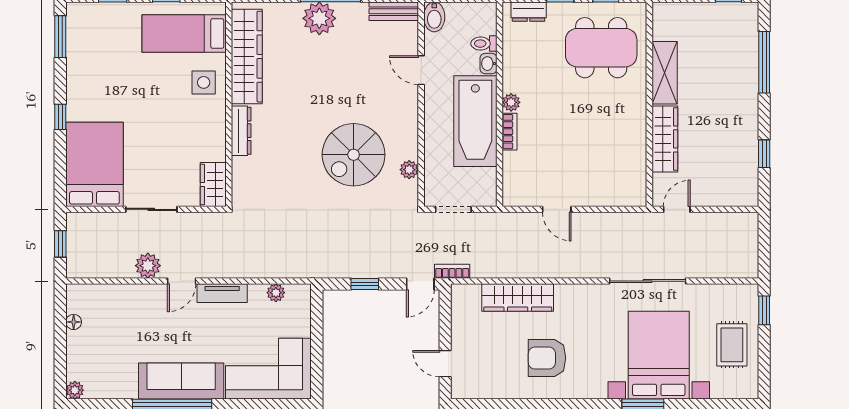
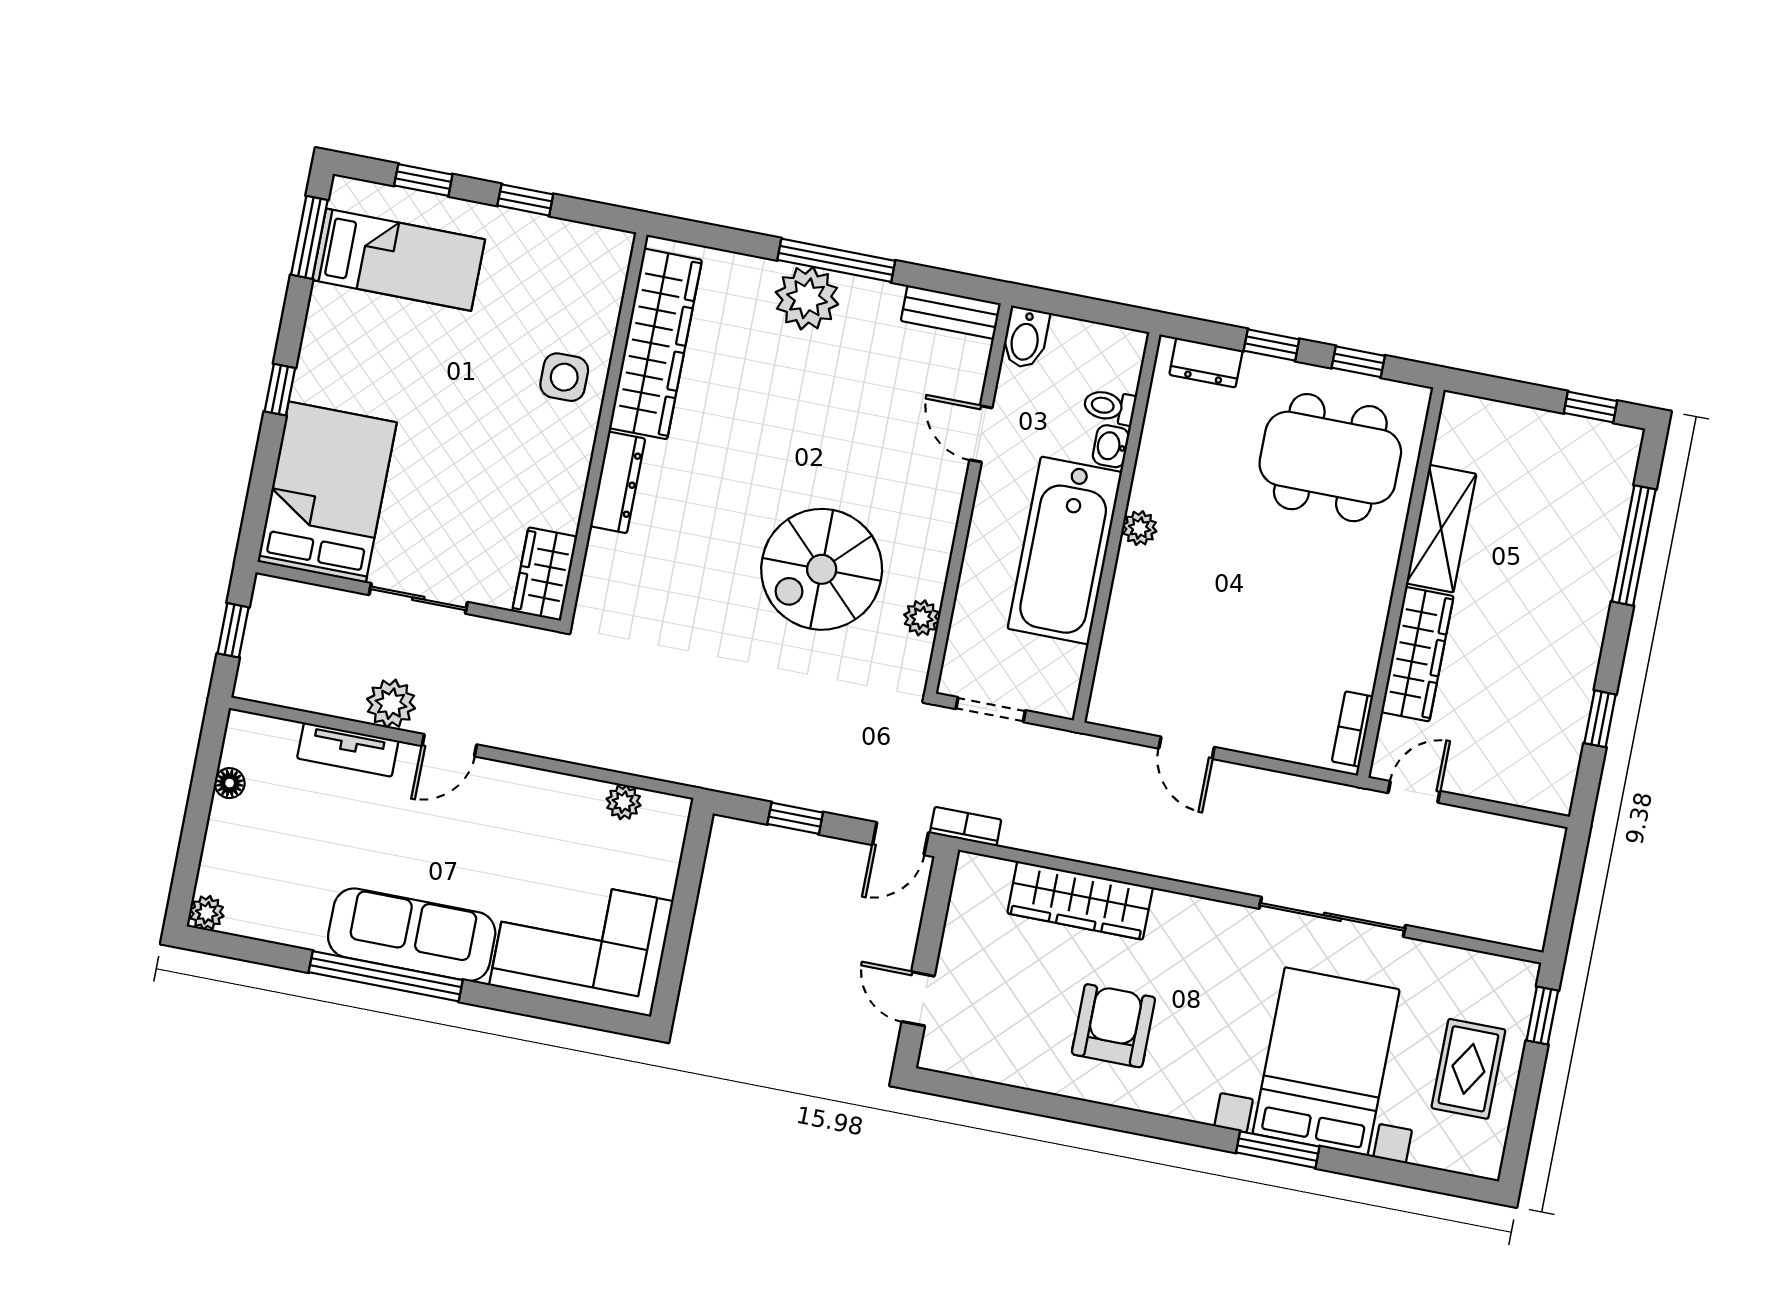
bed: (184, 33) -> (399, 260), moved, turned 180
bookcase: (510, 132) -> (1352, 729), moved, turned 180
tv unit: (222, 293) -> (348, 750), moved
armchair: (547, 358) -> (1113, 1026), turned 90

